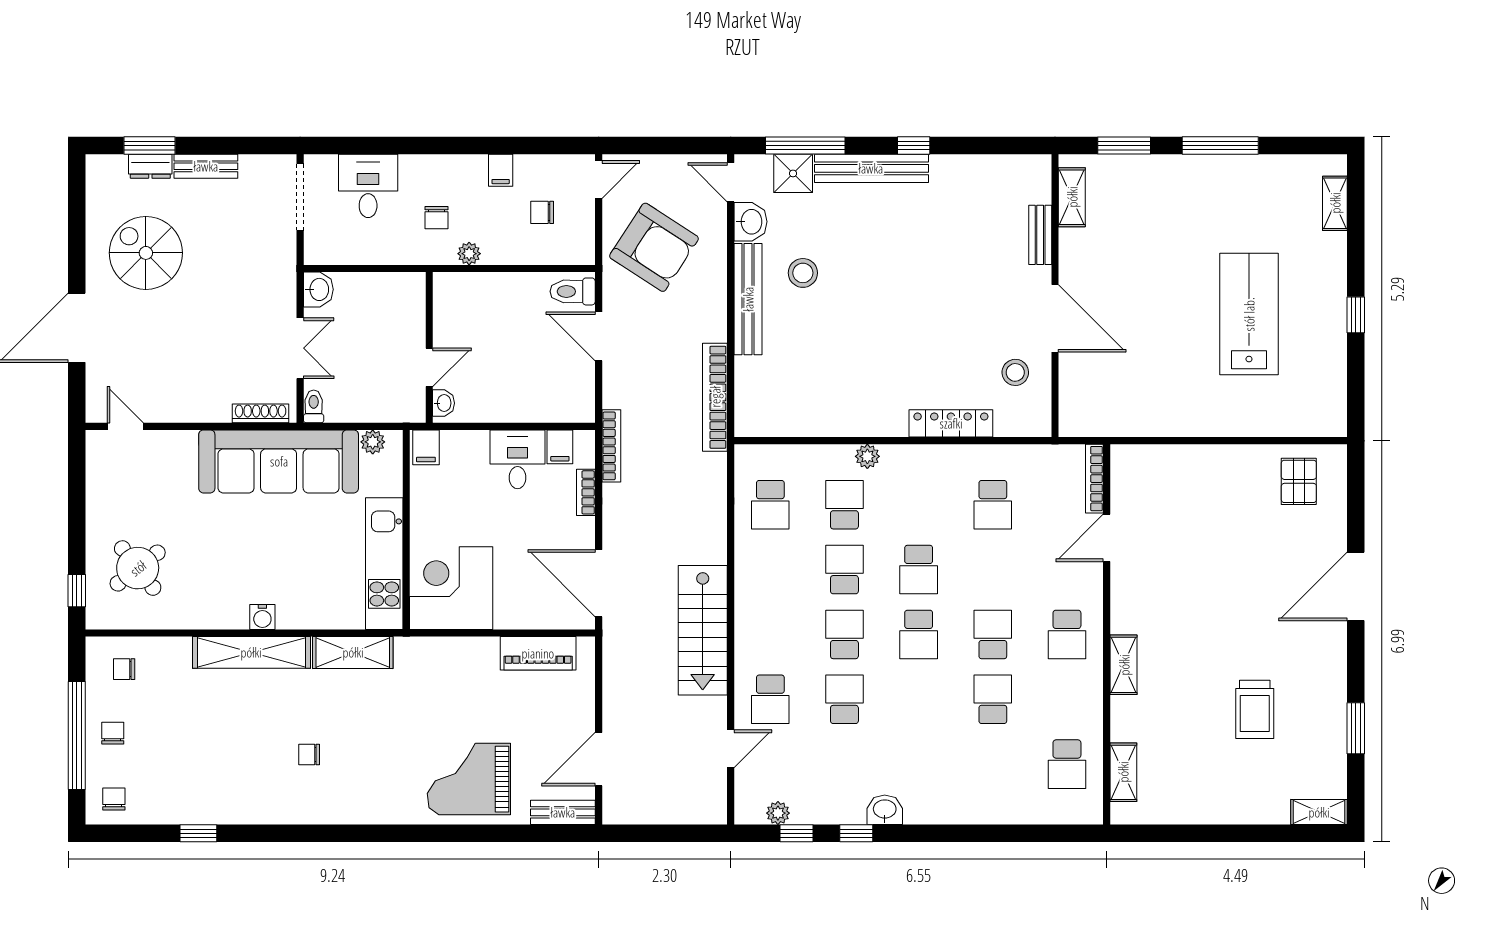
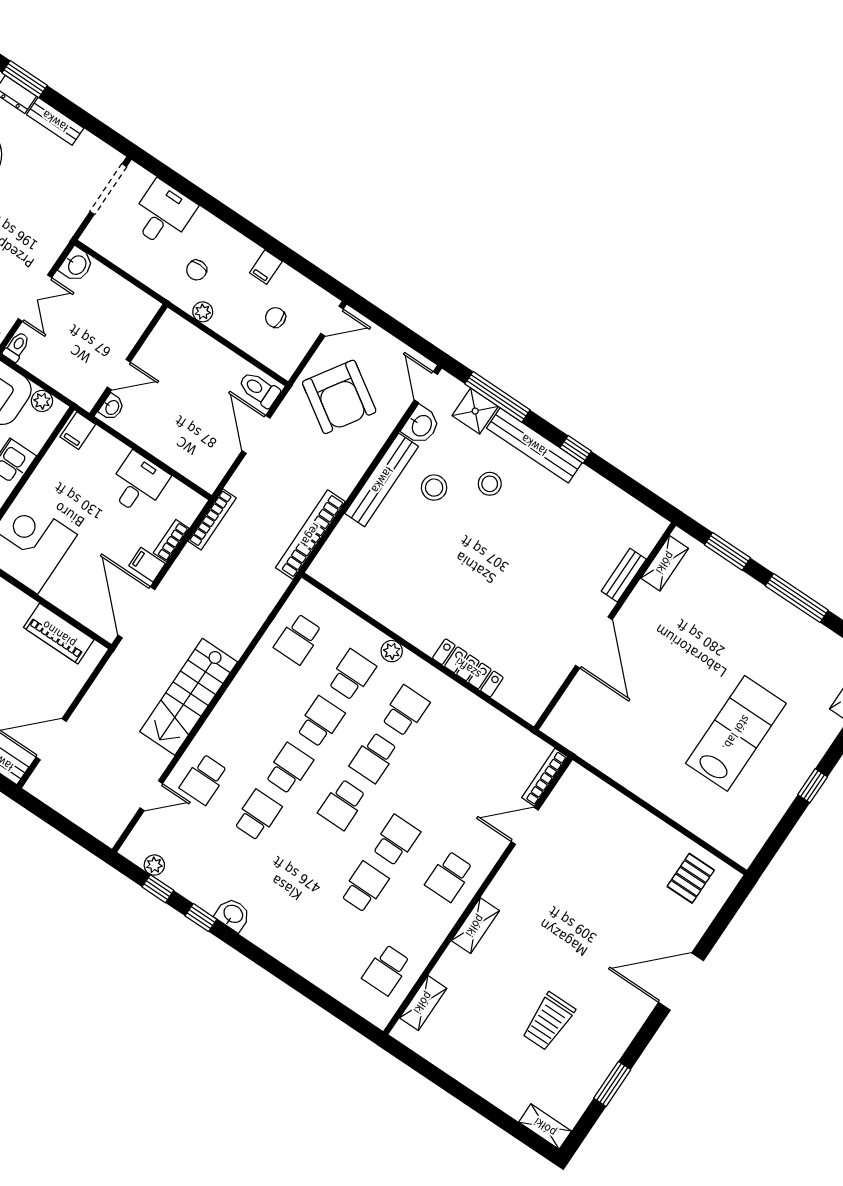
stool: (1015, 372) -> (490, 484), moved
filing cabinet: (560, 447) -> (147, 565), moved, turned 90
school desk: (993, 505) -> (405, 711), moved, turned 180

